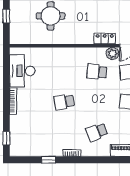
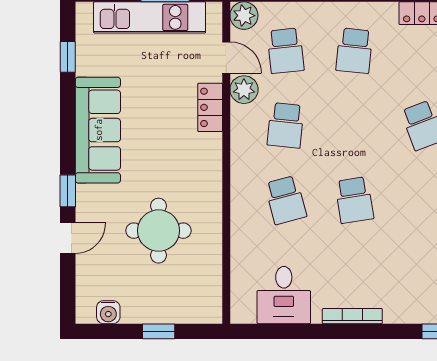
desk: (22, 71) -> (284, 295), width x0.73
school desk: (64, 72) -> (286, 200), added

